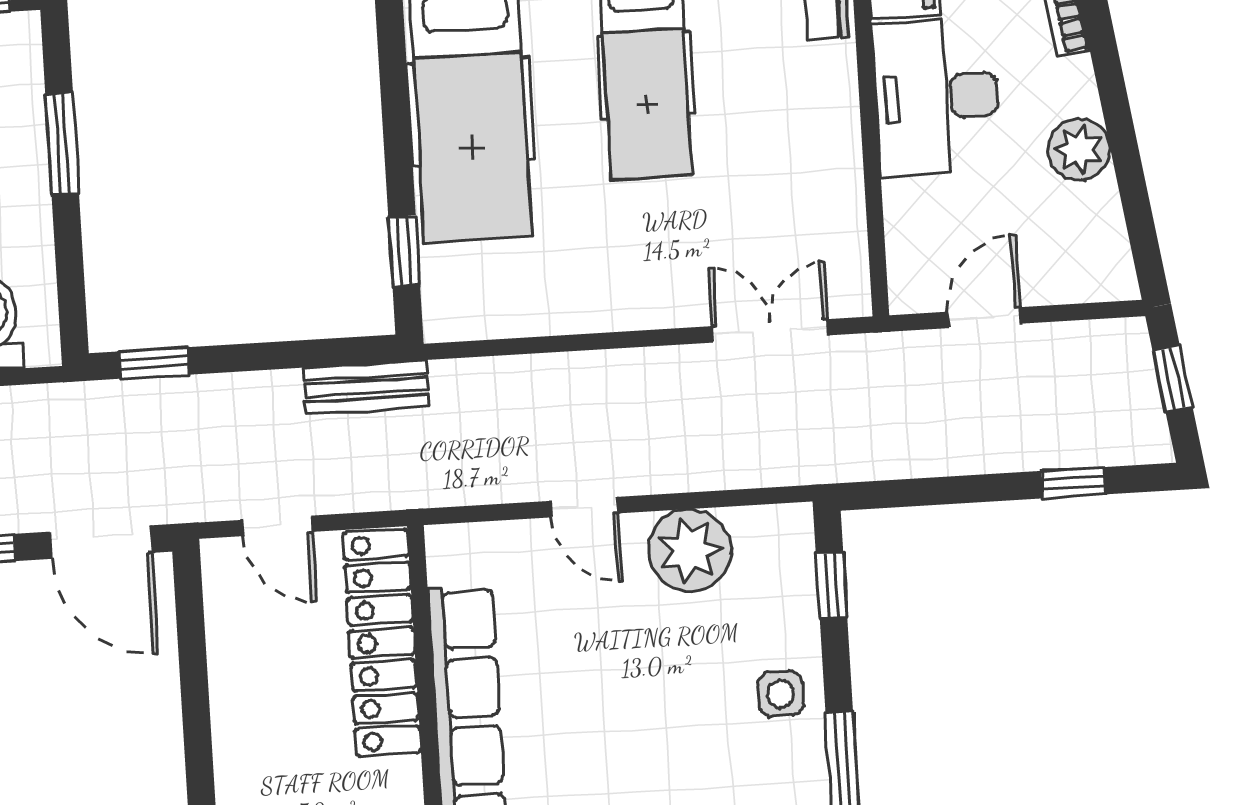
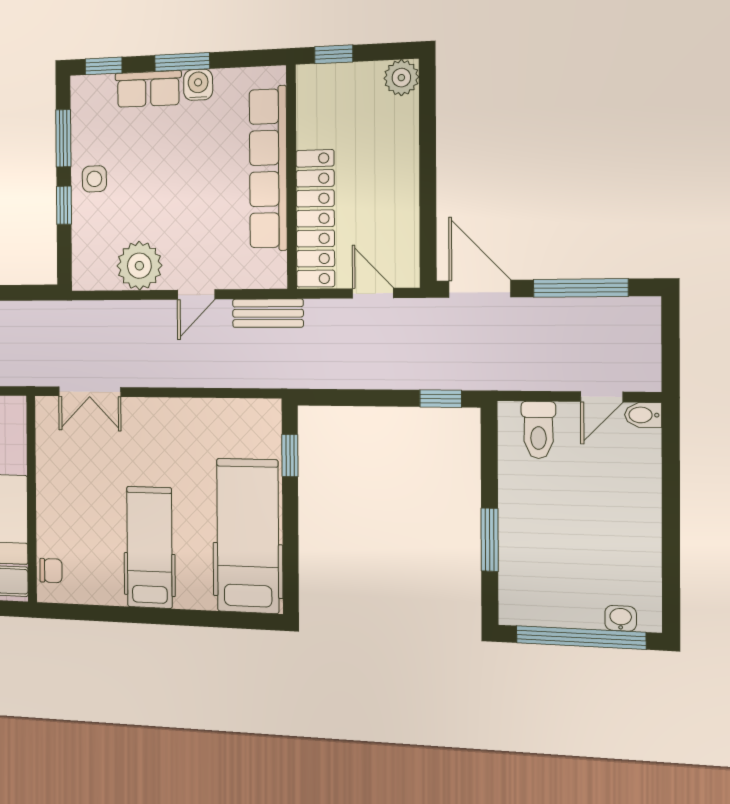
bench: (366, 387) -> (268, 313), moved
door: (584, 507) -> (196, 295), swing flipped
window: (831, 585) -> (64, 205), moved

